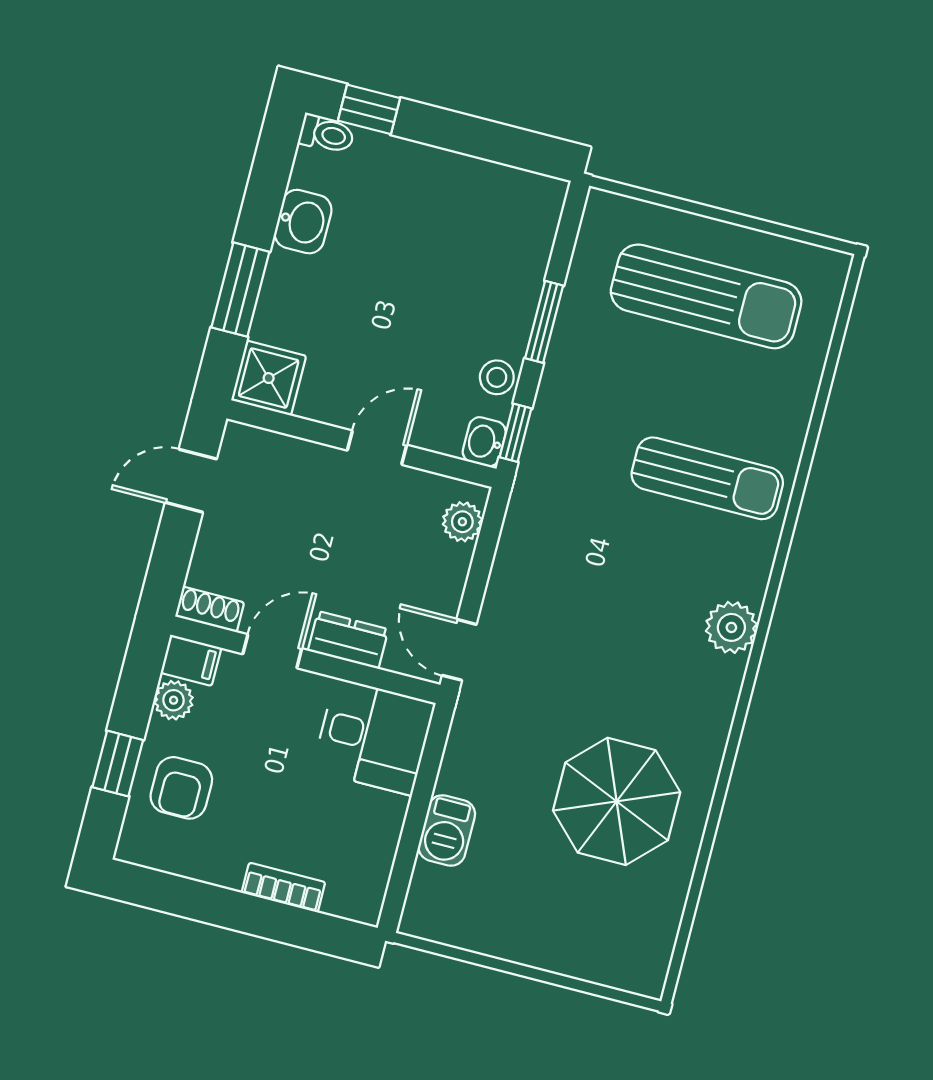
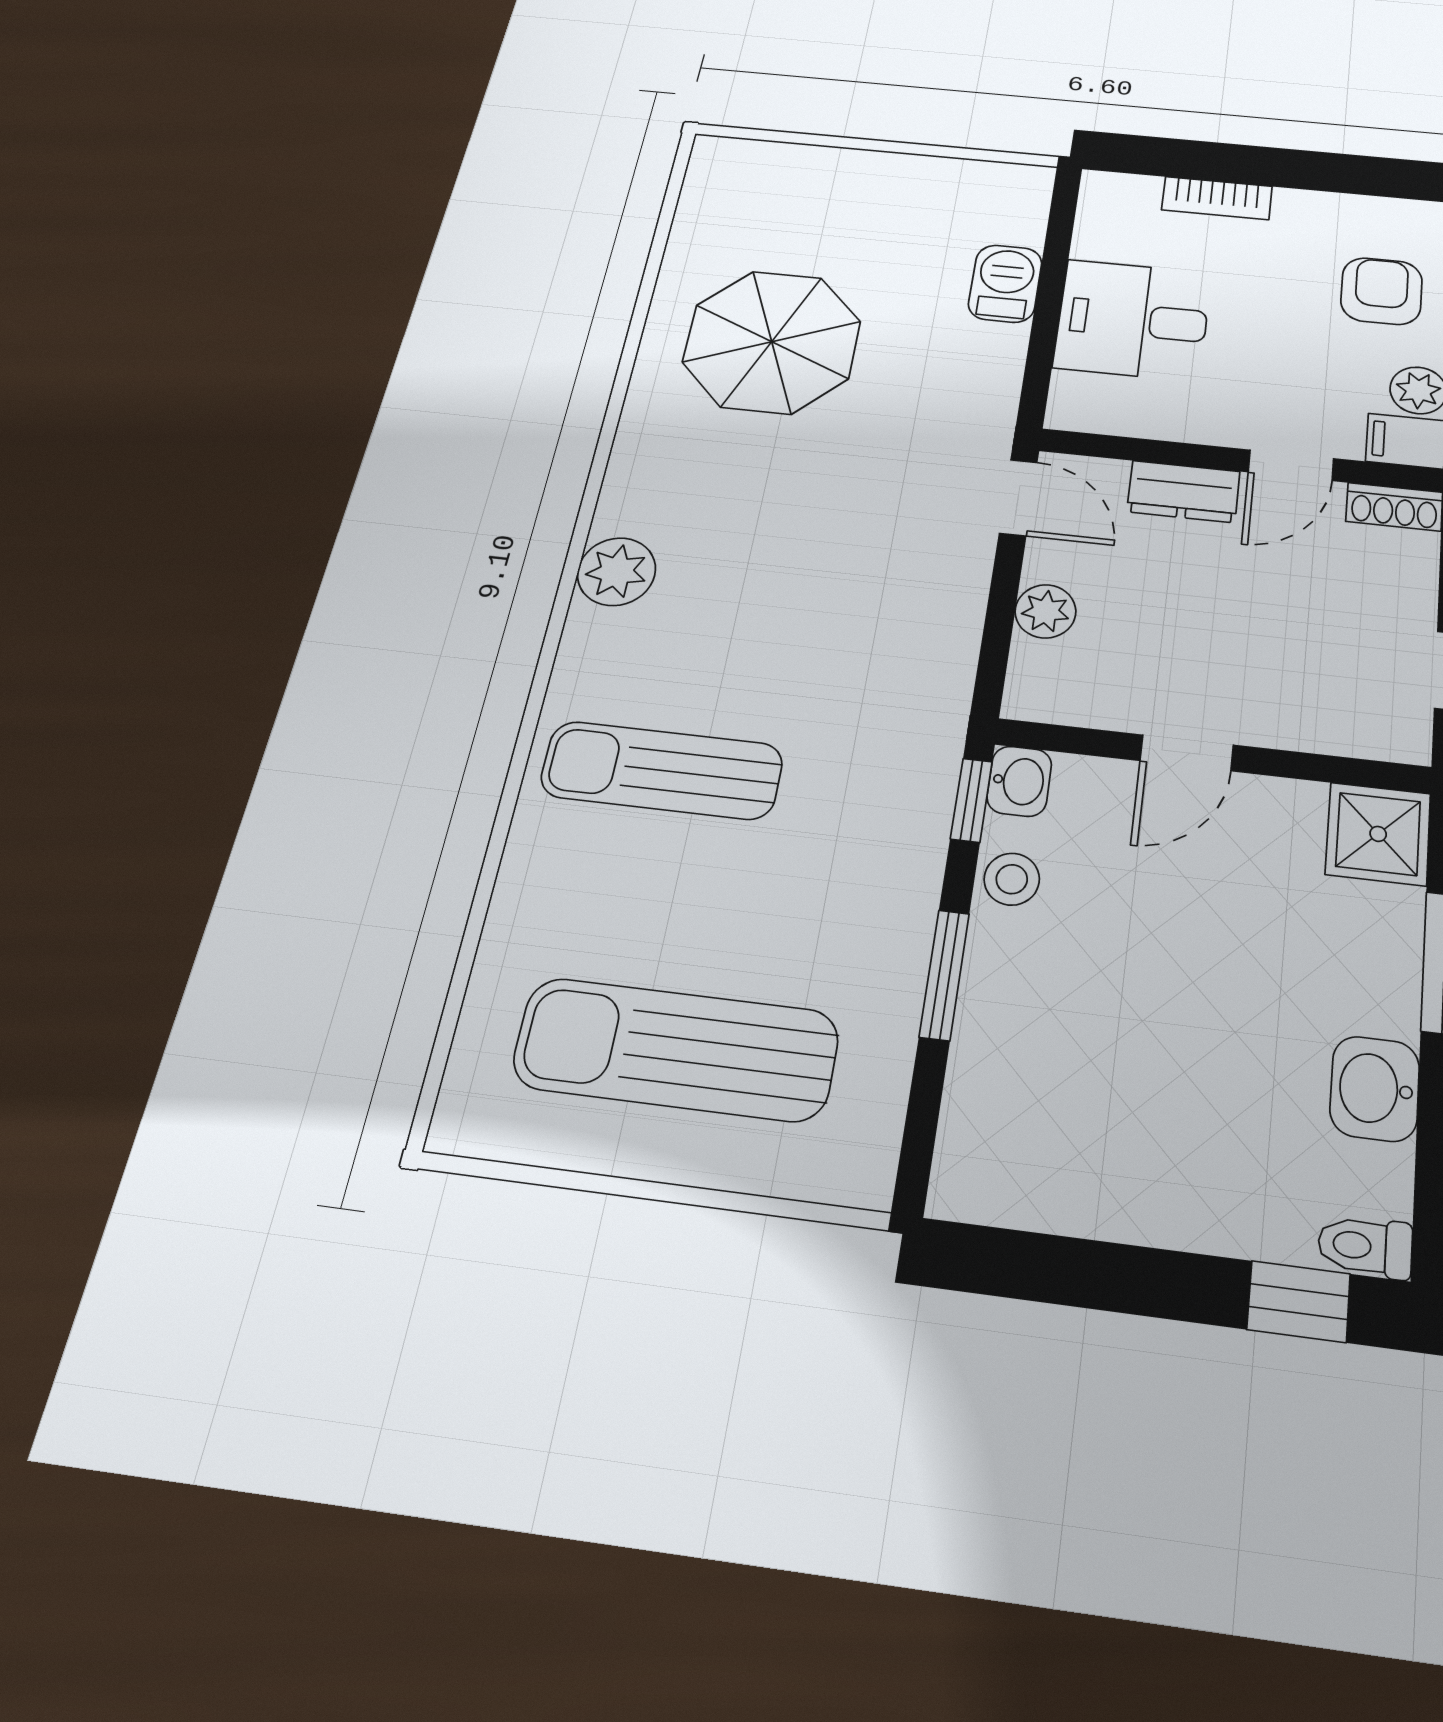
plant: (462, 522) -> (1046, 611), moved
desk: (374, 737) -> (1133, 320), moved

